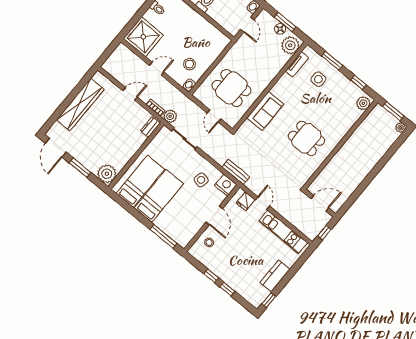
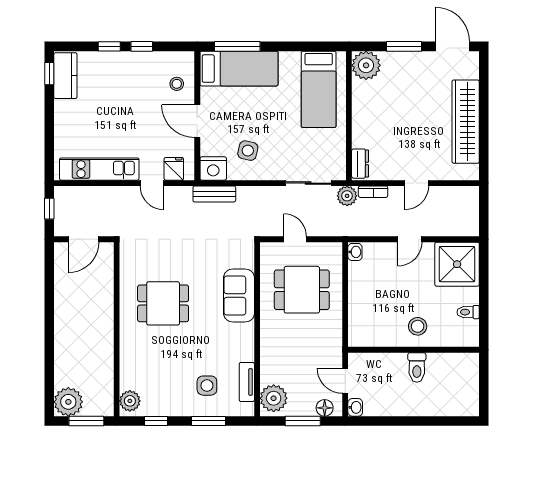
floor lamp: (280, 29) -> (325, 408), moved
stool: (189, 64) -> (418, 326), moved
plant: (401, 128) -> (68, 402), width x1.87, depth x1.87
bed: (159, 196) -> (239, 69), moved, turned -90
kitchen counter: (275, 276) -> (65, 76), moved

